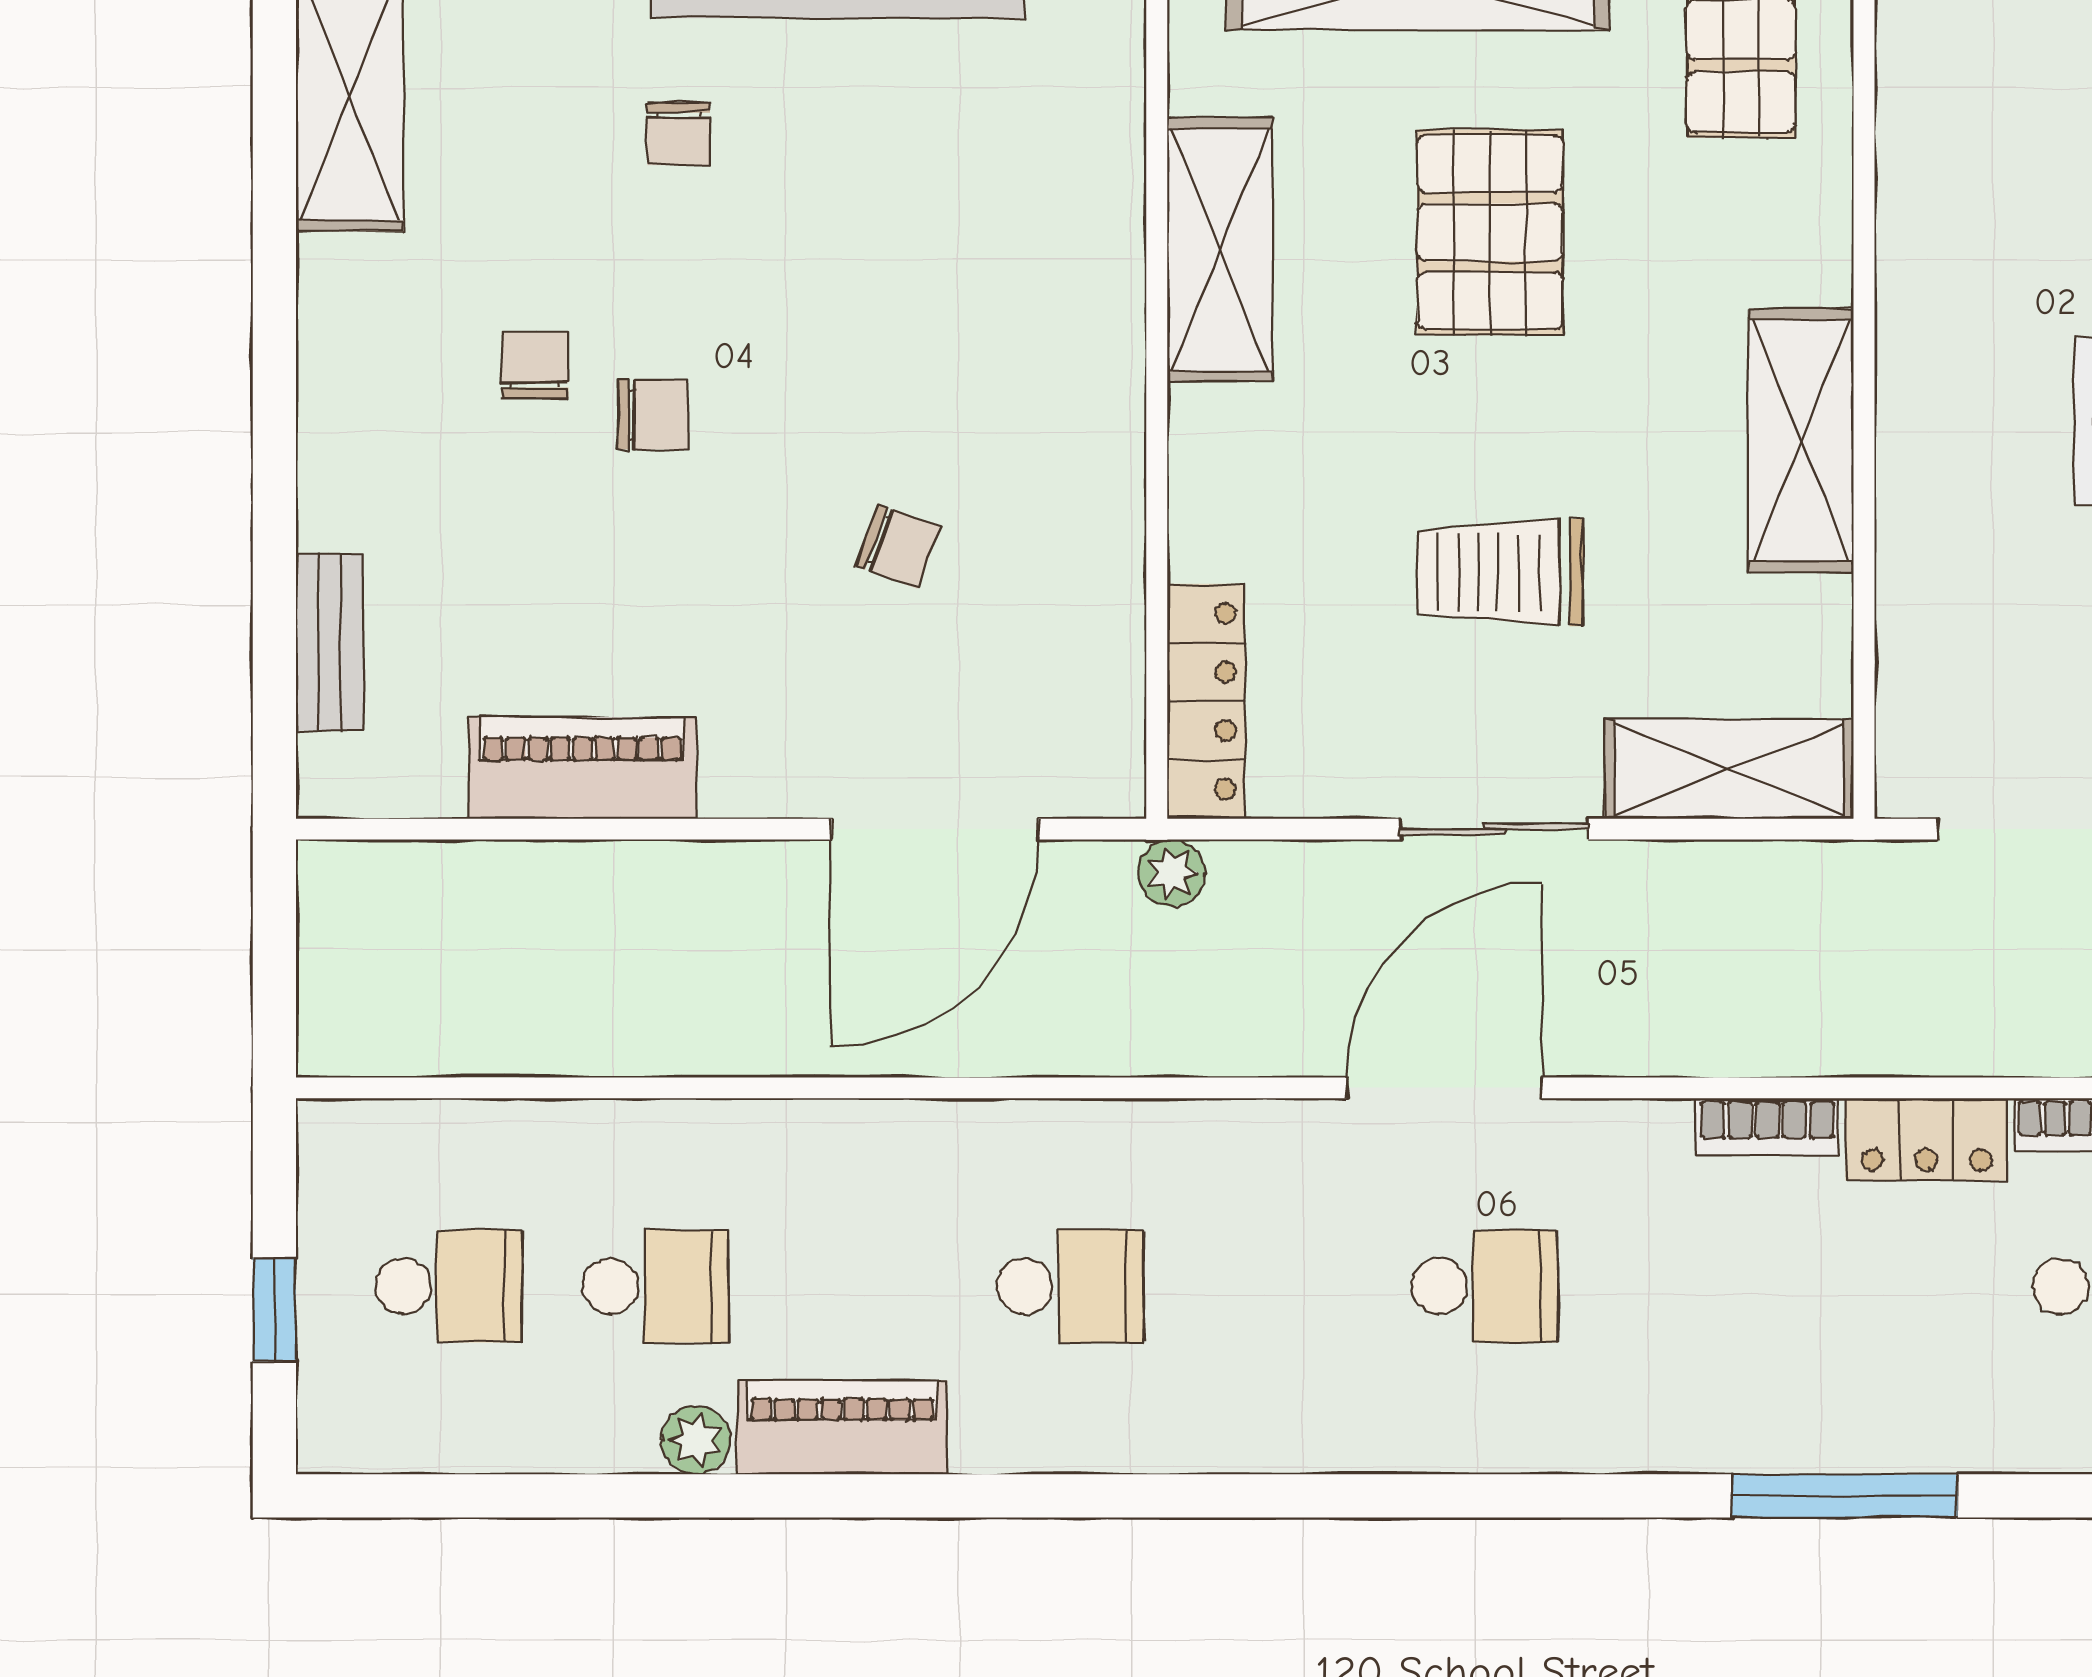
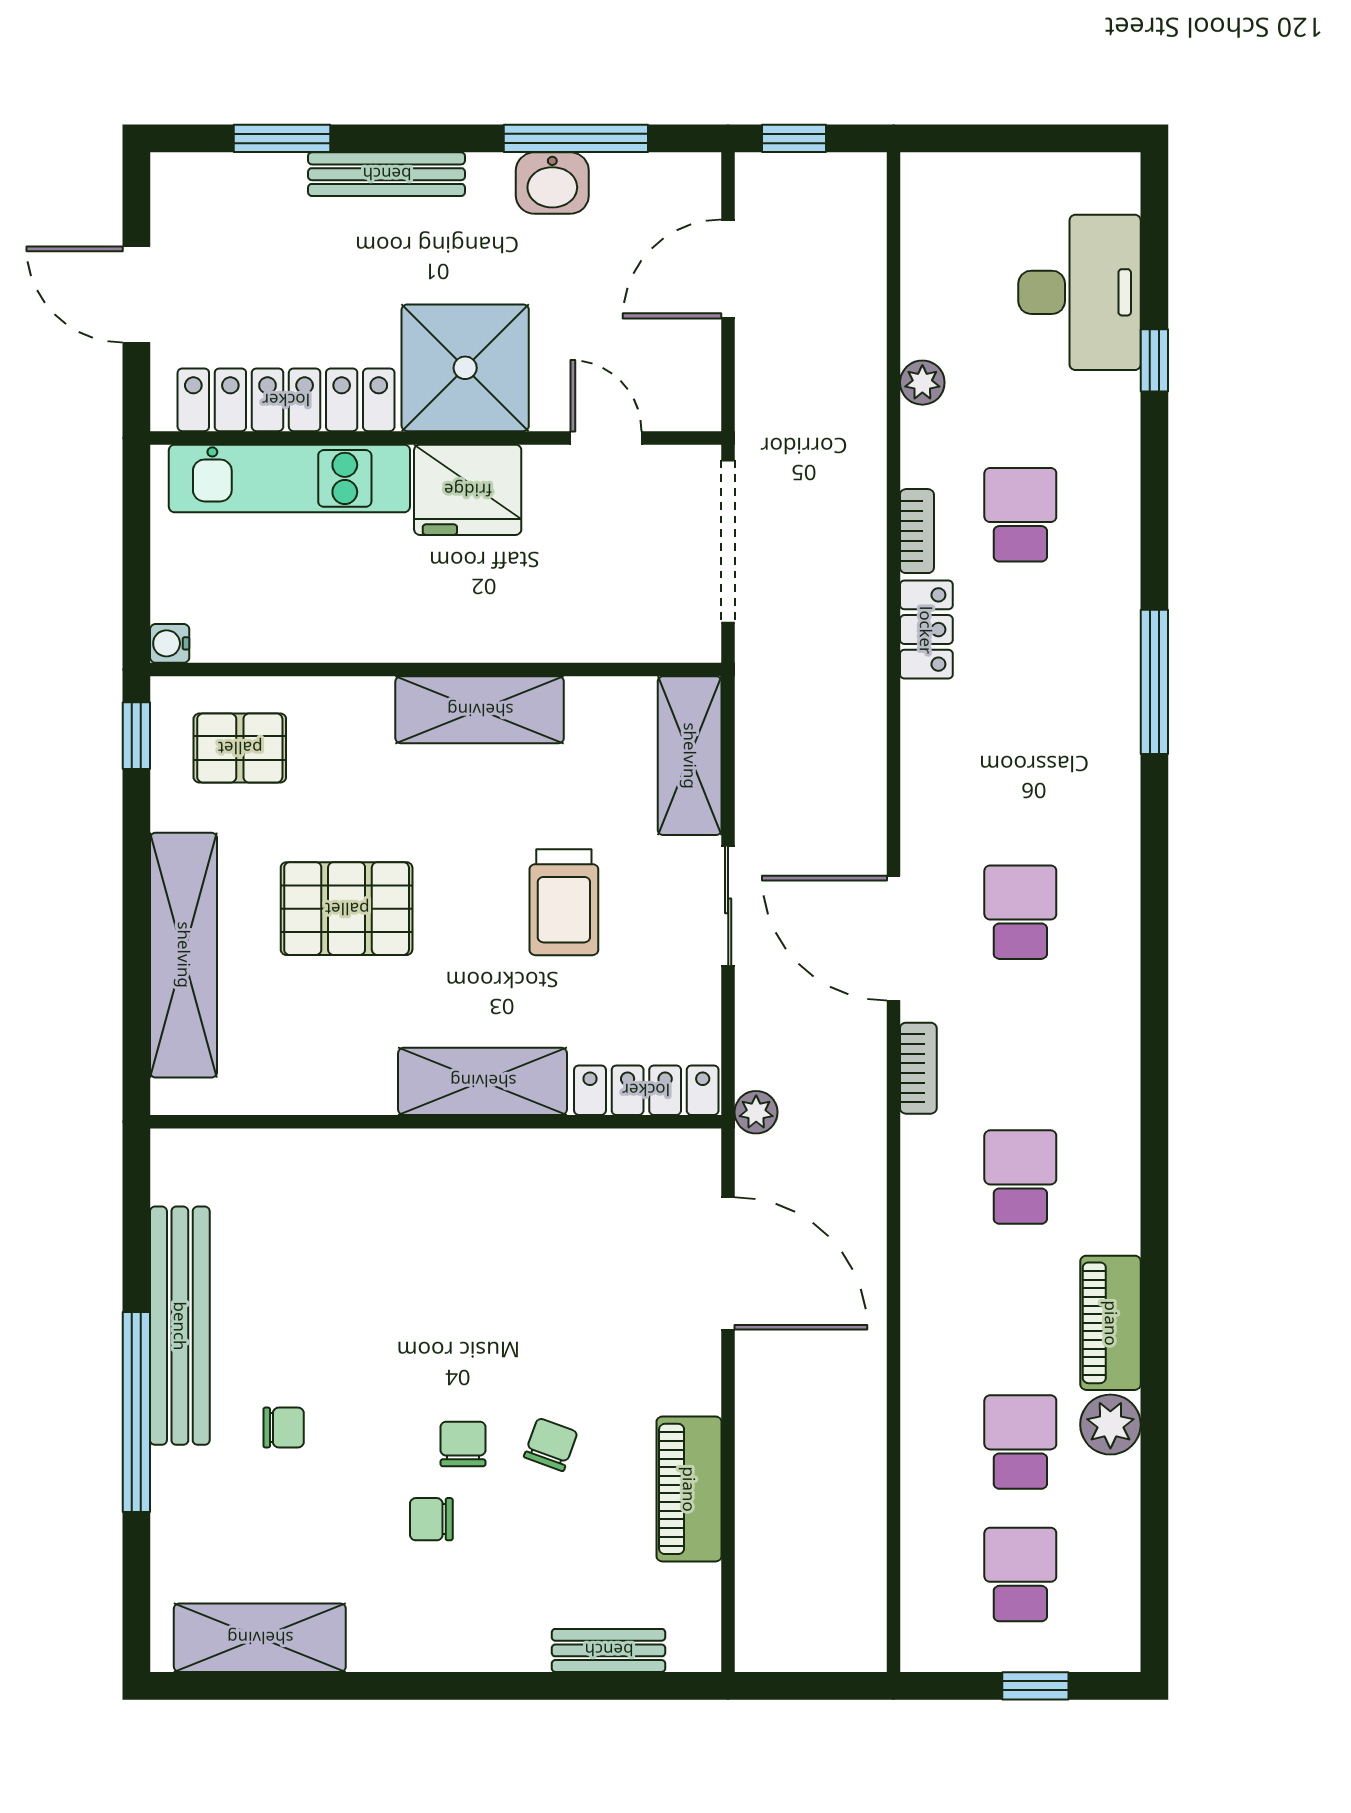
shelving: (1220, 250) -> (483, 1081), moved
chair: (898, 546) -> (551, 1445), moved
bookcase: (1767, 1127) -> (918, 1068), moved
plant: (696, 1440) -> (1110, 1425), width x1.38, depth x1.38

